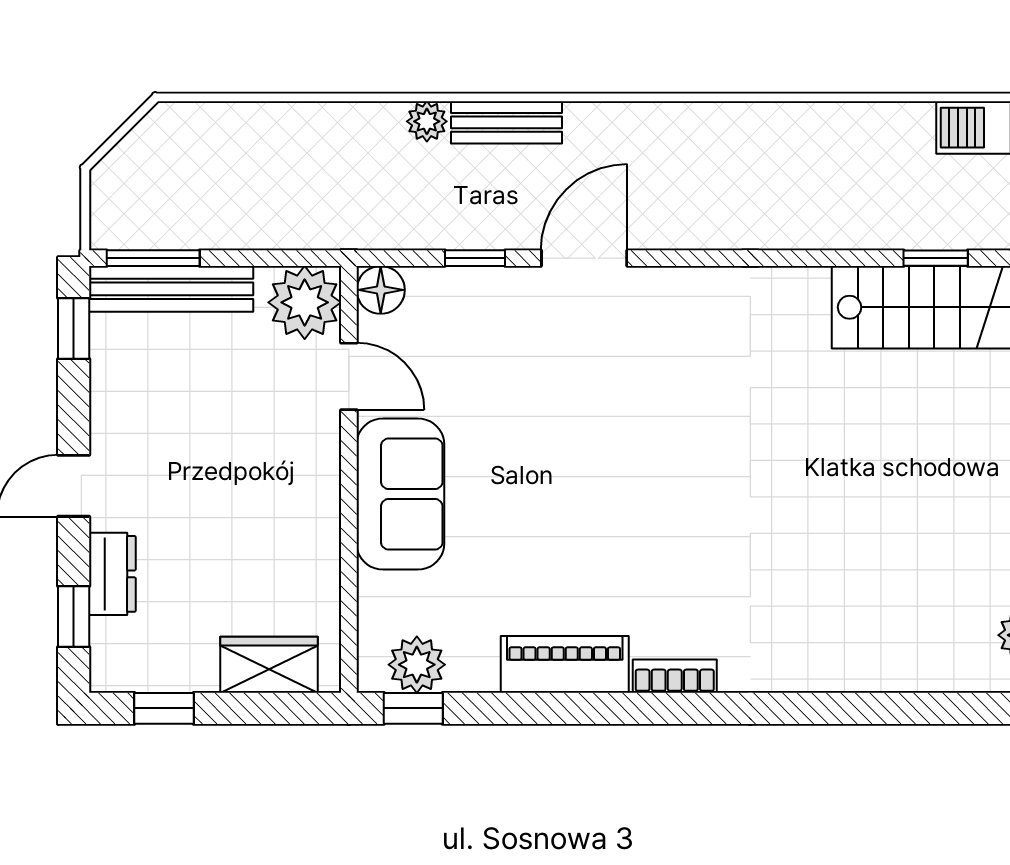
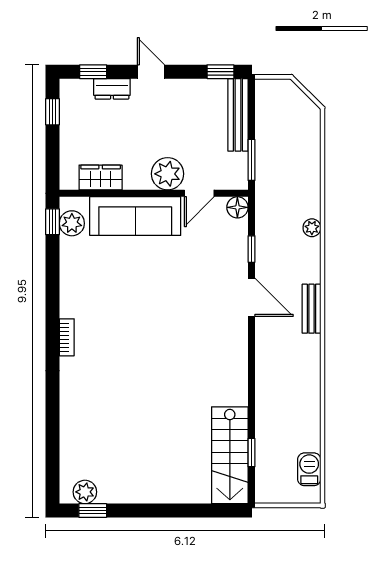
bench: (506, 122) -> (311, 309), moved
window: (153, 258) -> (251, 160), moved
plant: (305, 302) -> (168, 174), moved
sofa: (400, 494) -> (135, 216), width x1.36
piano: (565, 664) -> (72, 289), removed
wardrobe: (269, 665) -> (101, 177), moved, turned -90

